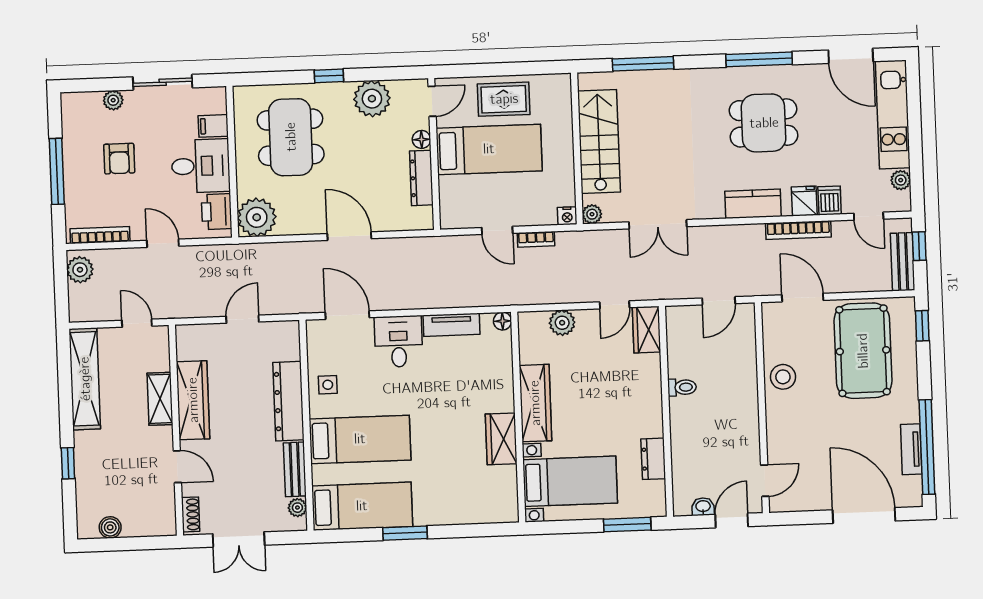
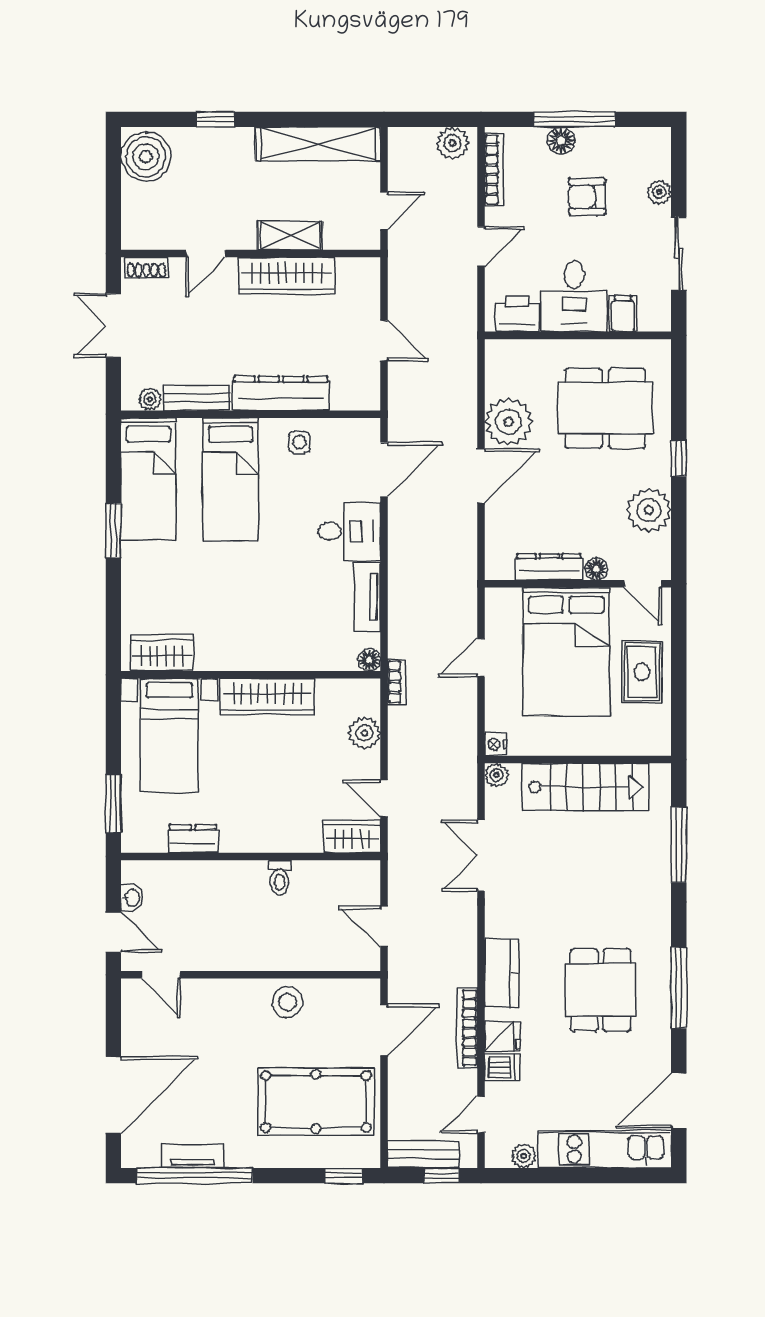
bed: (489, 149) -> (566, 652), width x1.50
floor lamp: (74, 181) -> (561, 141), added
plant: (257, 217) -> (508, 422), moved
bookcase: (536, 239) -> (397, 682), moved, turned 180
wardrobe: (501, 439) -> (162, 653), moved
boiler: (110, 527) -> (146, 157), width x1.86, depth x1.86

